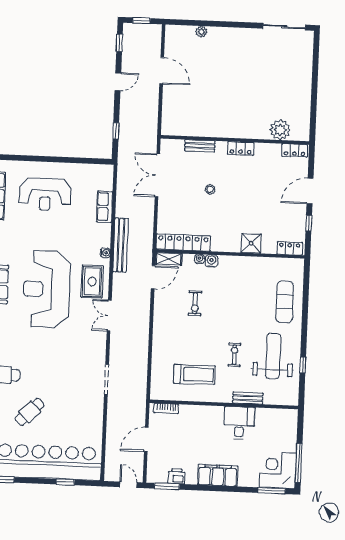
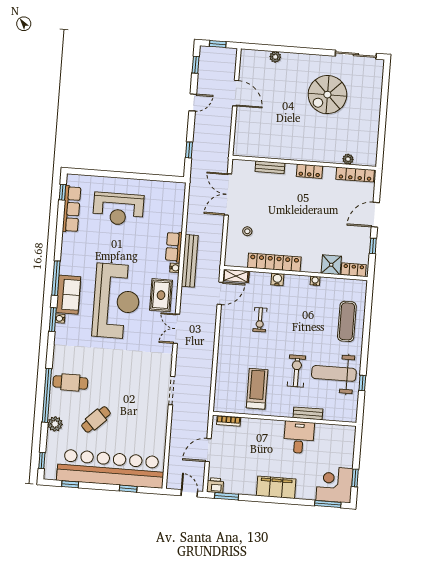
spiral stairs: (256, 69) -> (327, 95), added
plant: (280, 130) -> (348, 159), width x0.53, depth x0.53
locker: (295, 150) -> (355, 175), width x1.53
stool: (210, 189) -> (247, 231), moved
row of seats: (105, 207) -> (174, 247), moved
locker: (183, 243) -> (274, 262), moved
shower: (251, 243) -> (331, 265), moved
water cooler: (199, 259) -> (315, 281), moved
reception desk: (46, 289) -> (116, 301), turned 180
exercise bike: (234, 355) -> (296, 371), width x1.38, depth x1.39
weight bench: (273, 356) -> (334, 373), turned -90
treadmill: (194, 374) -> (257, 389), turned -90
window: (299, 463) -> (355, 478), width x0.46
printer: (177, 476) -> (215, 485), moved

